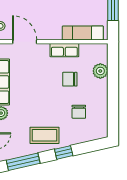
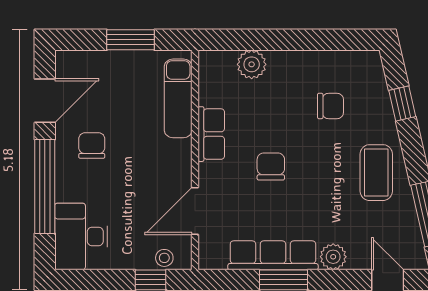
chair: (70, 79) -> (271, 166), moved, turned 180
window: (64, 152) -> (402, 103), moved

